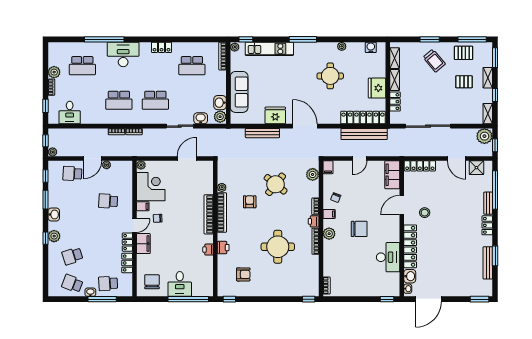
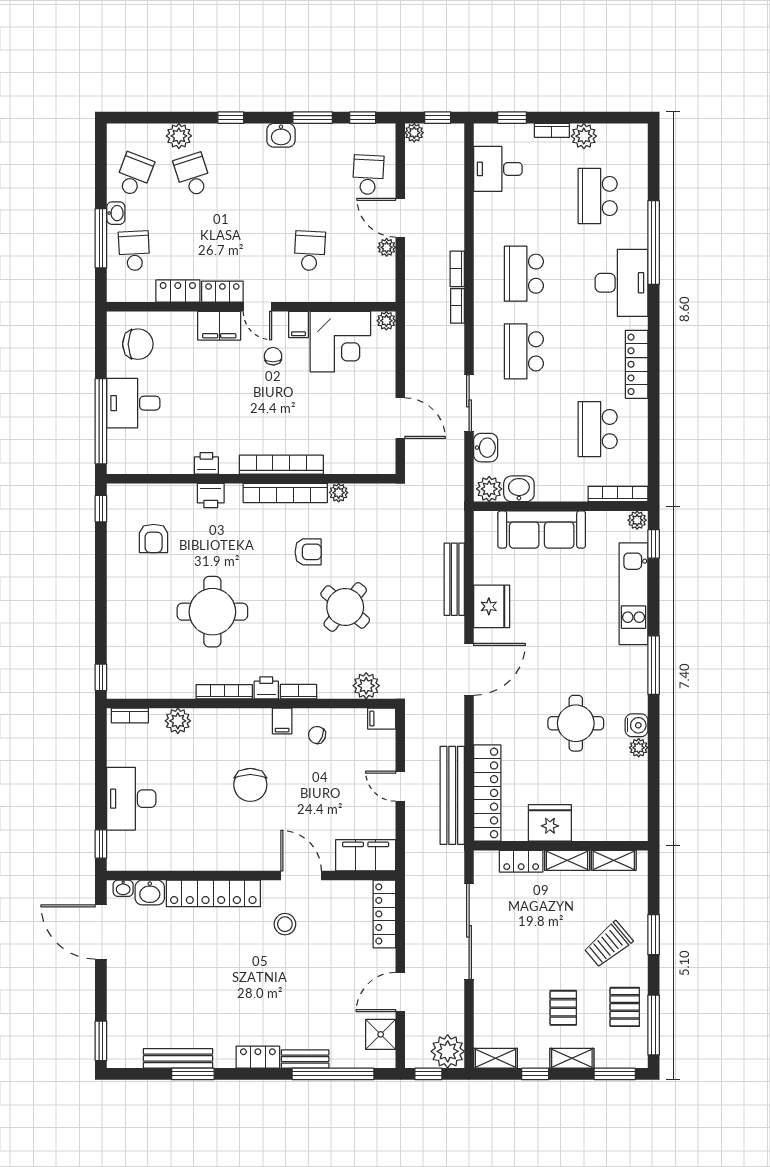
locker: (161, 47) -> (637, 364), width x1.53
water cooler: (371, 47) -> (636, 725), moved
plant: (329, 234) -> (178, 721), moved
plant: (54, 236) -> (179, 136), moved
desk: (388, 257) -> (131, 799), moved, turned 90

